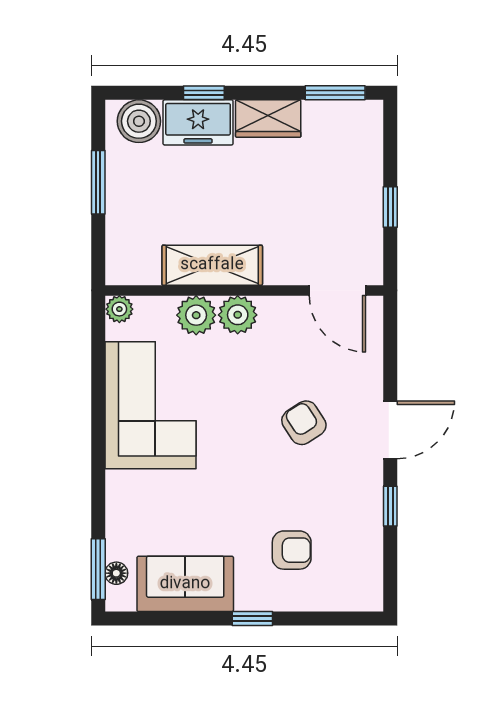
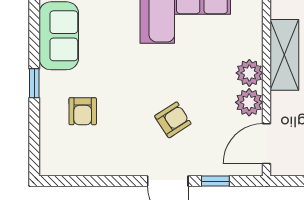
plant: (196, 315) -> (249, 102), moved
window: (390, 506) -> (215, 181), moved

